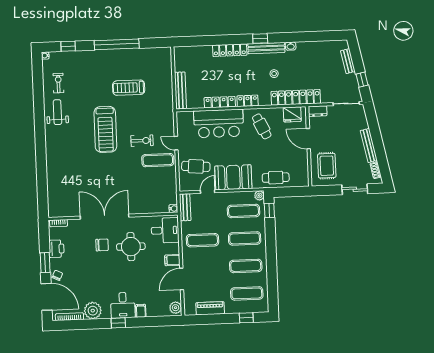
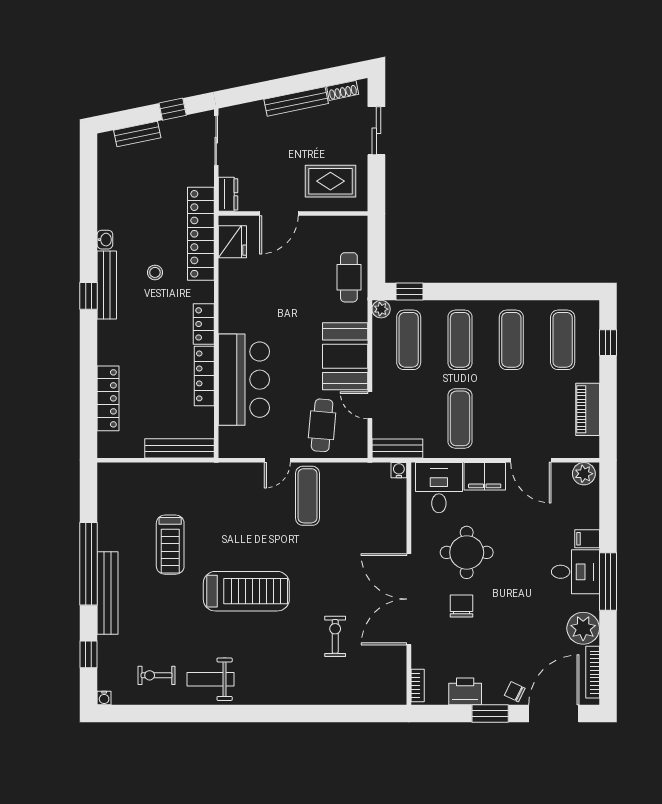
locker: (230, 50) -> (108, 398), moved
bench: (101, 55) -> (108, 593), added
cafe table: (262, 126) -> (252, 299), removed
exercise bike: (142, 141) -> (335, 636), moved
filing cabinet: (172, 260) -> (485, 476), width x2.00
window: (118, 323) -> (608, 581), width x2.17

